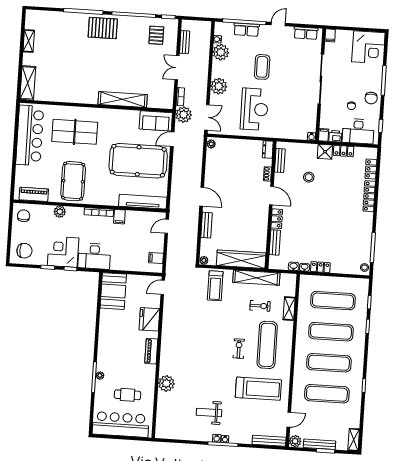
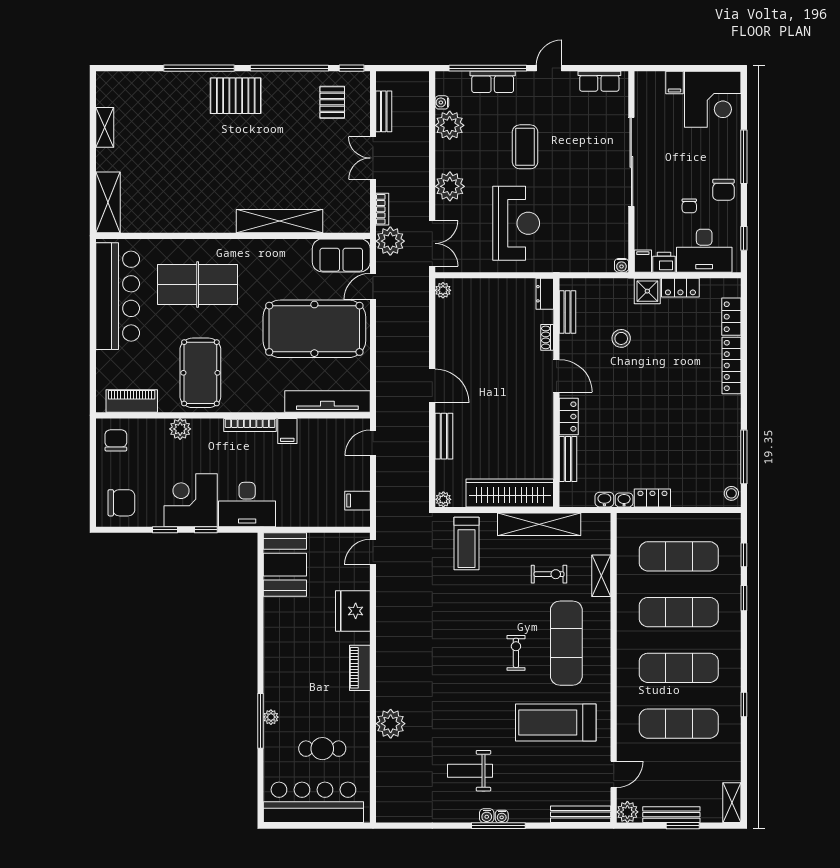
filing cabinet: (330, 35) -> (675, 83), moved
treadmill: (258, 389) -> (556, 722), turned 180

